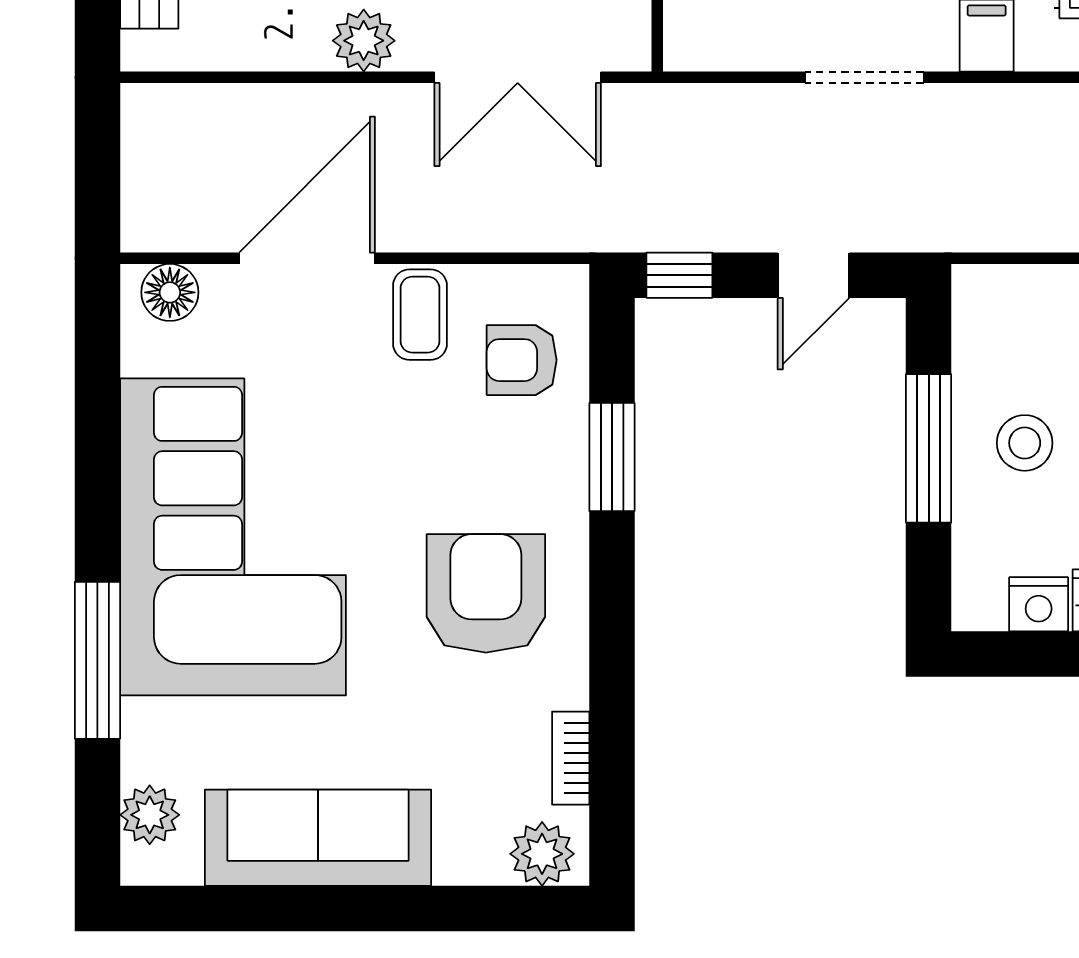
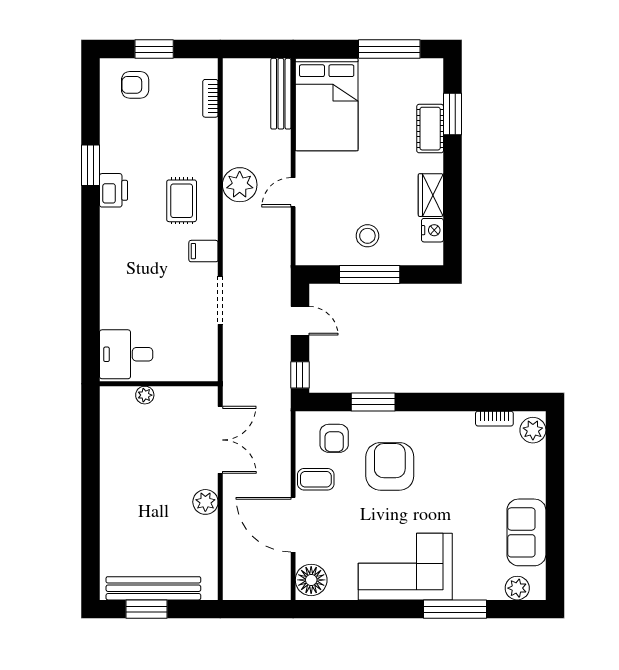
floor lamp: (170, 292) -> (311, 580), width x1.38, depth x1.38
corner sofa: (233, 537) -> (405, 567), width x0.73, depth x0.74
armchair: (486, 593) -> (390, 466), moved, turned 90
sofa: (318, 838) -> (526, 532), width x0.73

